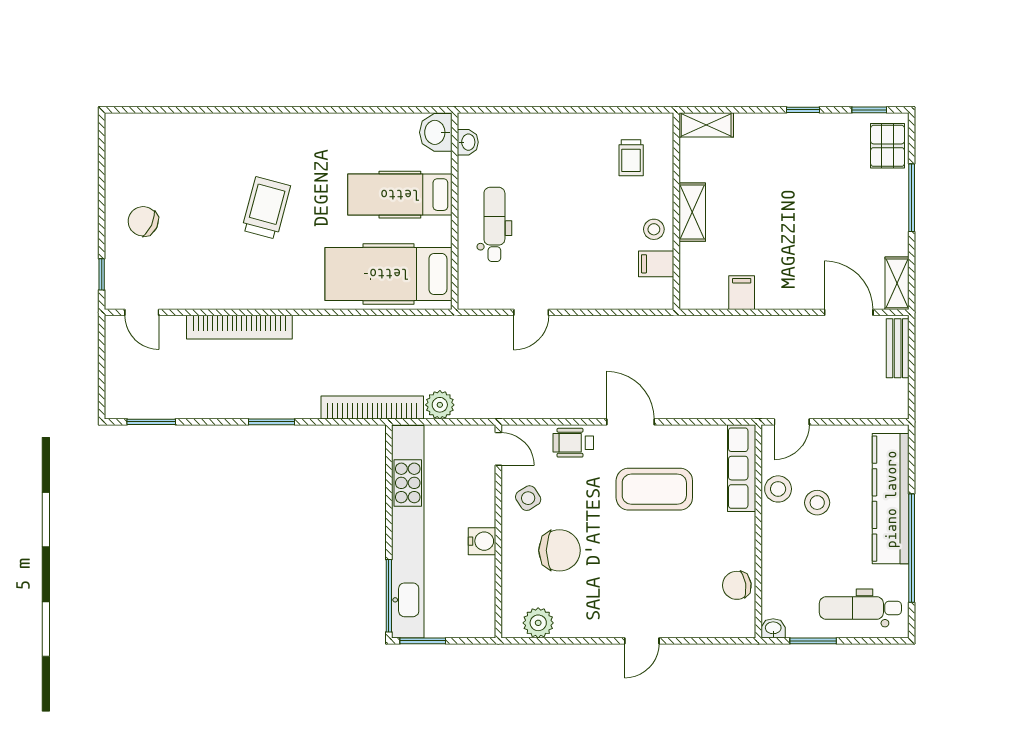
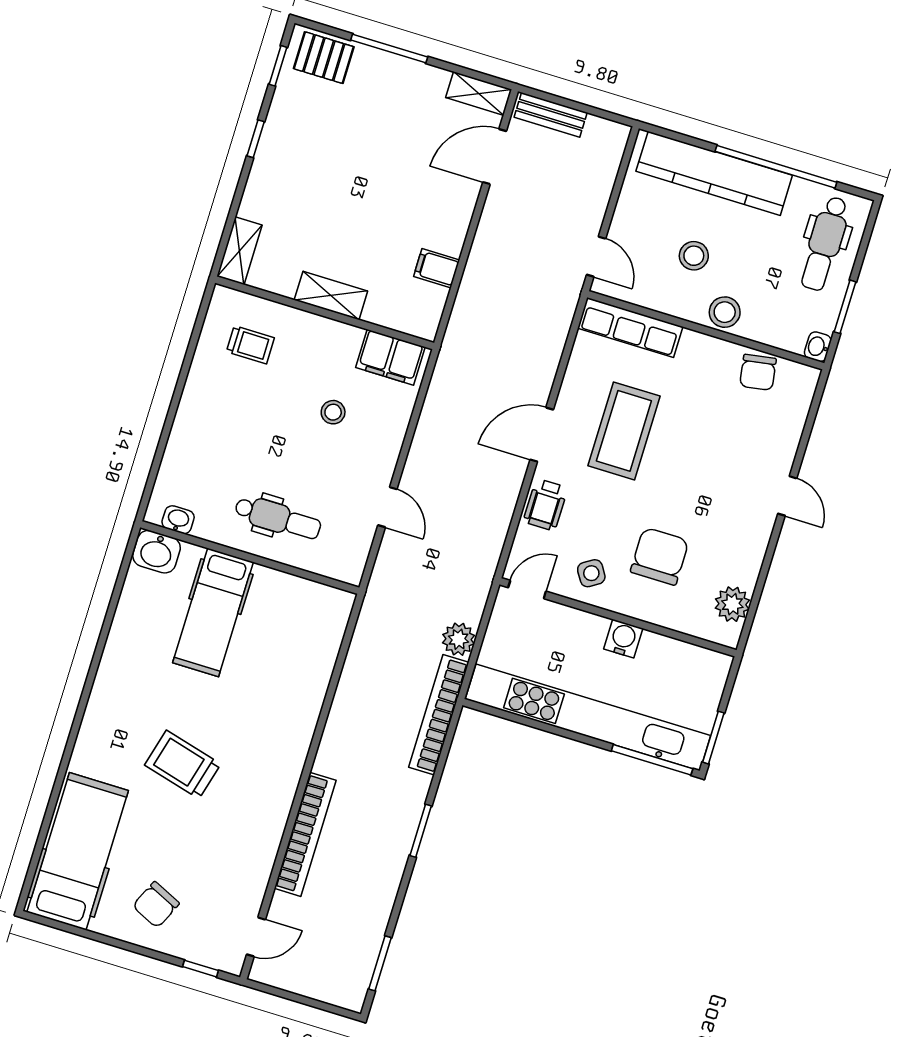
dental chair: (494, 224) -> (278, 518), turned 180
stool: (654, 229) -> (333, 412), moved
filing cabinet: (656, 264) -> (390, 357), width x2.00
hospital bed: (389, 274) -> (78, 851), moved, turned 180
stool: (778, 489) -> (725, 312), moved

